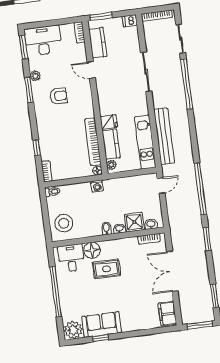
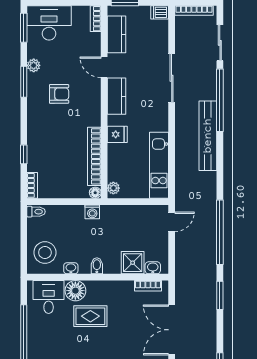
bench: (164, 136) -> (208, 136), moved
kitchen counter: (111, 144) -> (116, 96), moved
washbasin: (119, 229) -> (71, 268), moved

